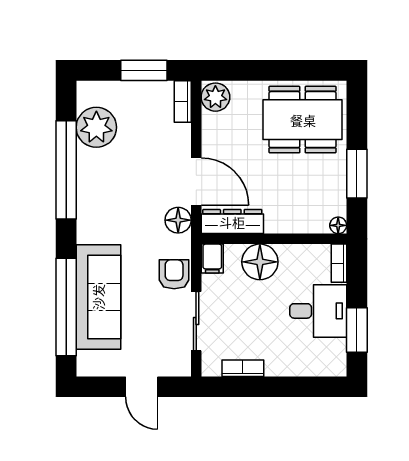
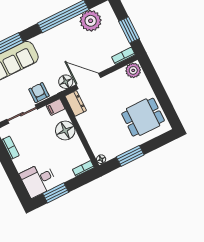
dining table: (303, 120) -> (143, 117), width x0.73
door: (196, 181) -> (88, 81), swing flipped
dresser: (232, 222) -> (76, 103), width x0.70
armchair: (174, 274) -> (39, 93), turned -90
desk: (318, 311) -> (38, 180), moved, turned 90

